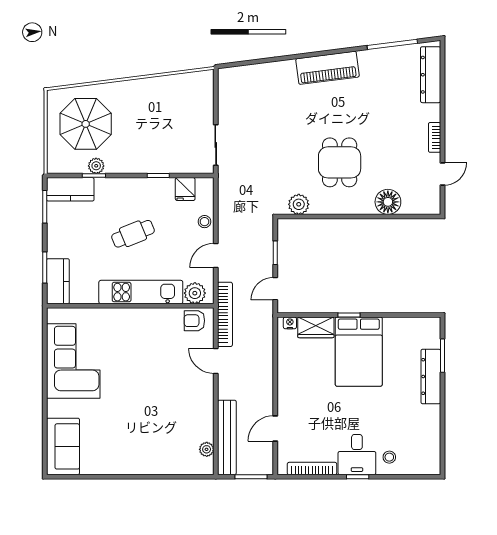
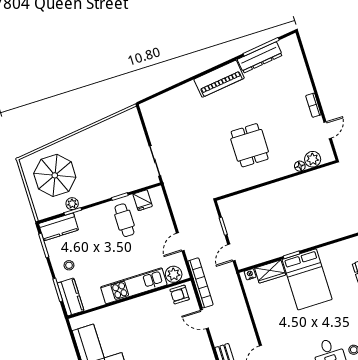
dresser: (431, 75) -> (260, 57), moved, turned -97
floor lamp: (388, 202) -> (300, 166), width x0.53, depth x0.53
plant: (299, 204) -> (313, 159), moved
stool: (205, 222) -> (69, 265), moved
cafe table: (133, 234) -> (124, 220), moved, turned -68

